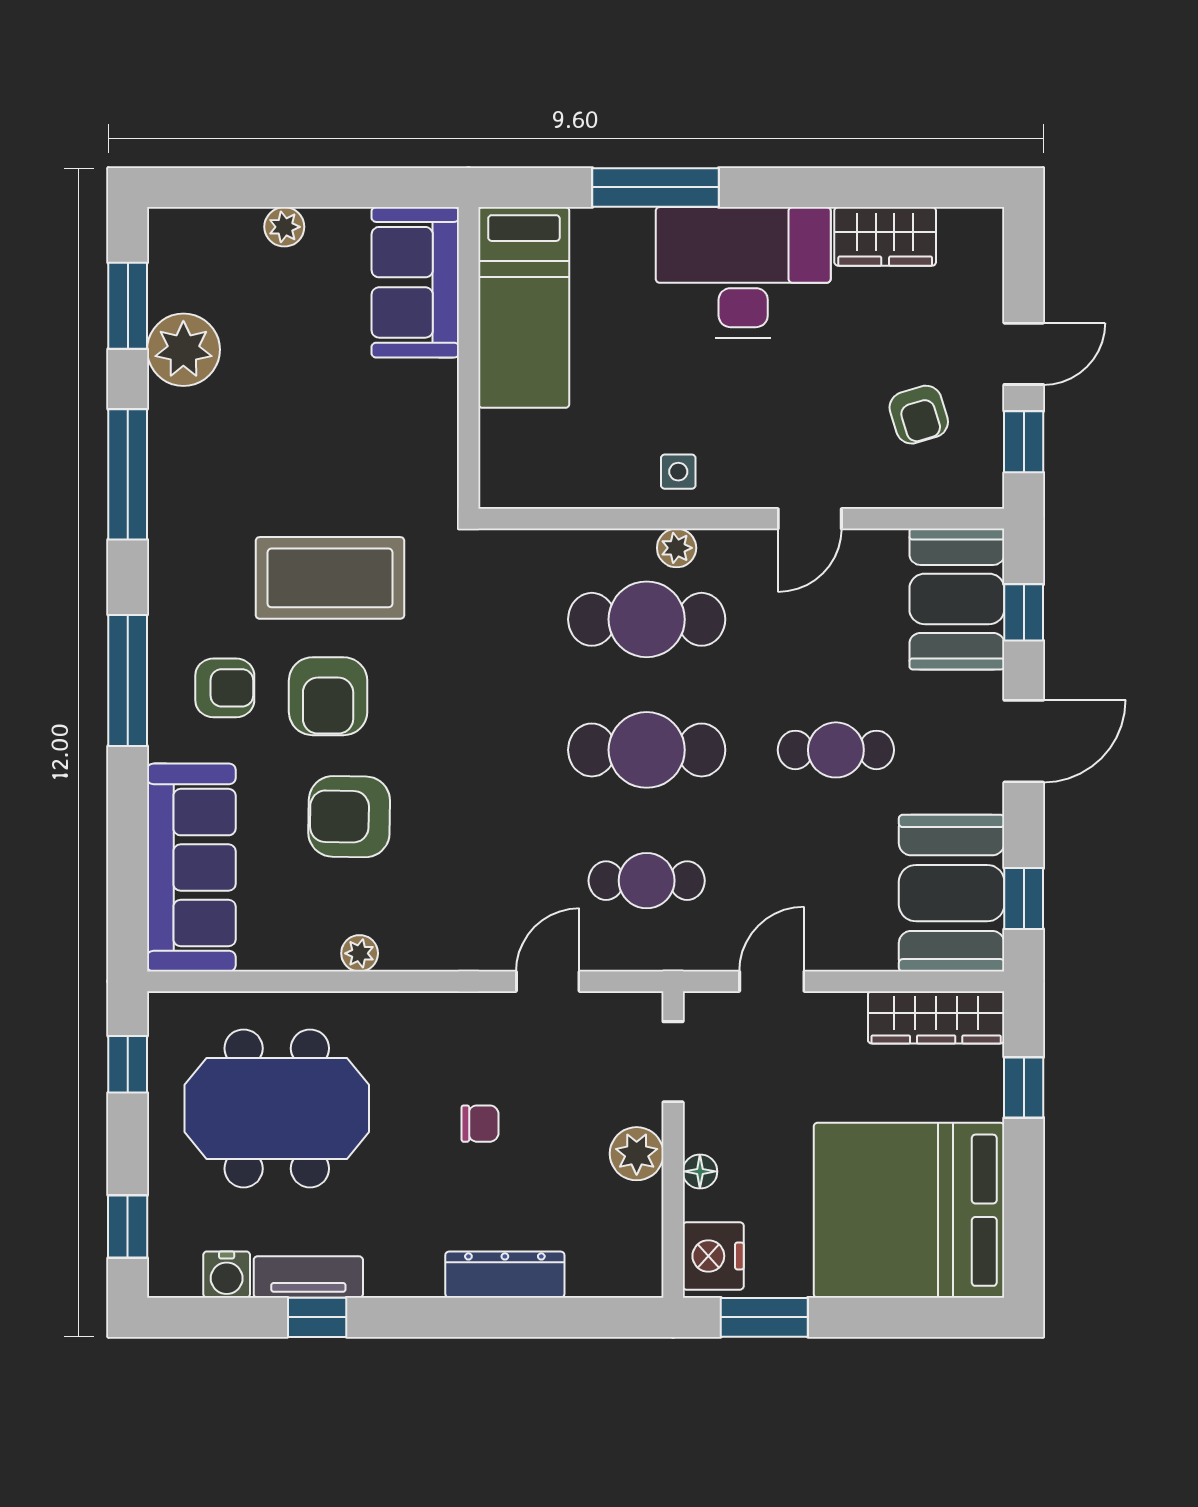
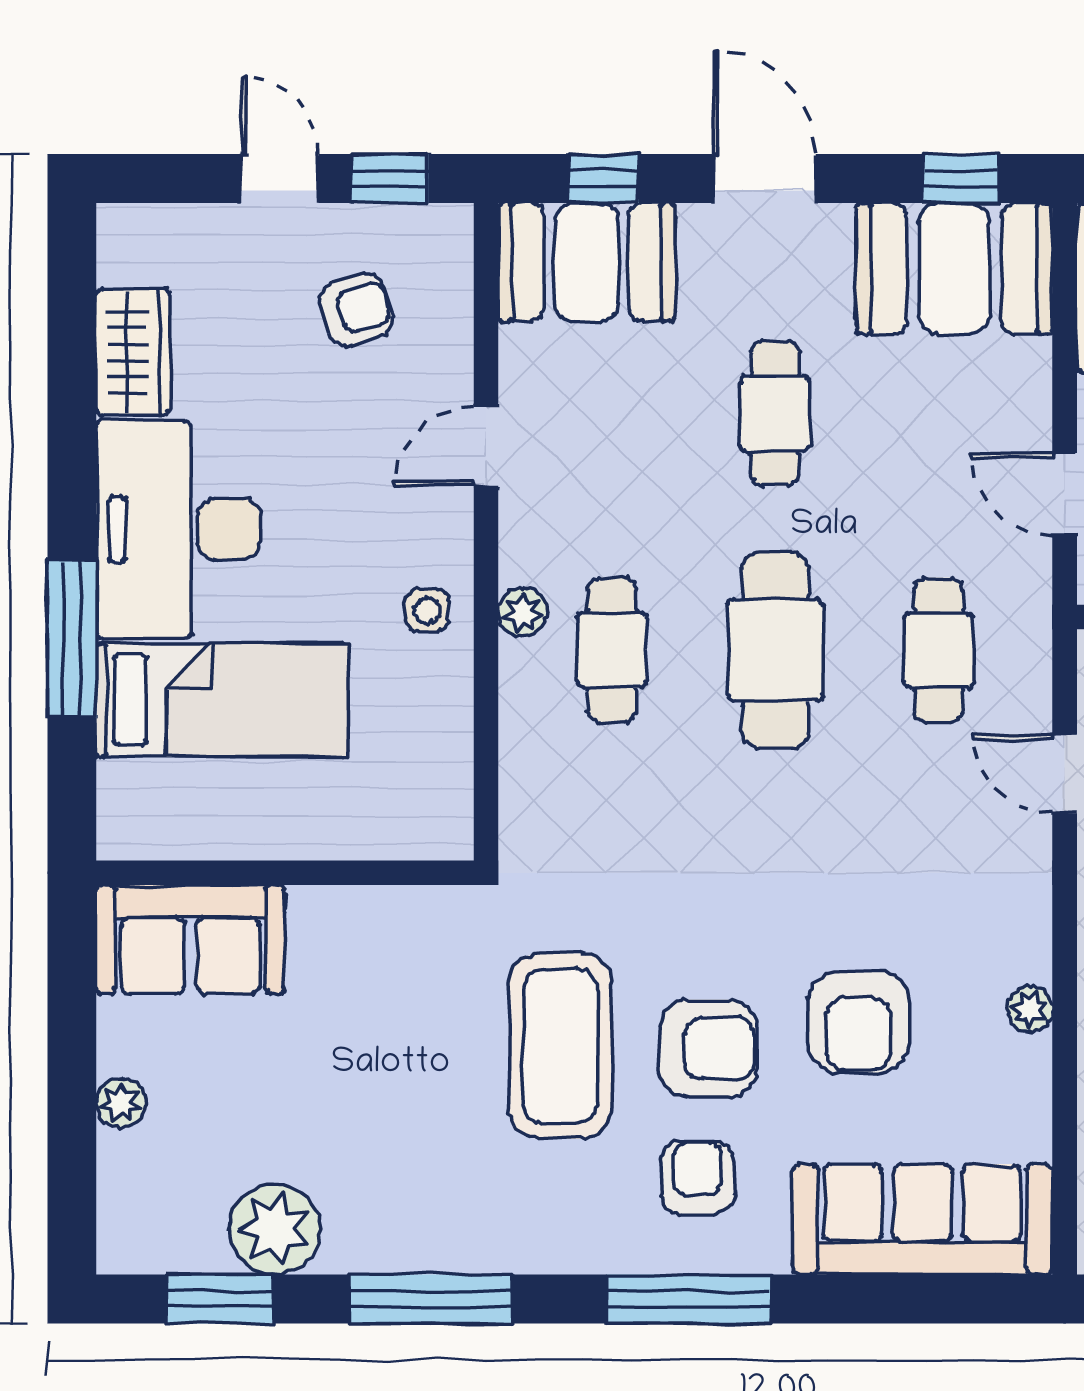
bed: (524, 307) -> (222, 700), moved
door: (810, 519) -> (486, 446), swing flipped
cafe table: (647, 619) -> (612, 650), width x0.73, depth x0.74

